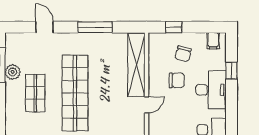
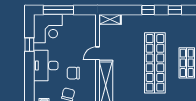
window: (231, 71) -> (29, 45), moved

